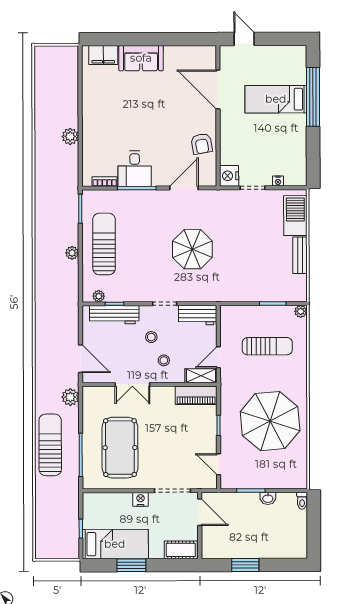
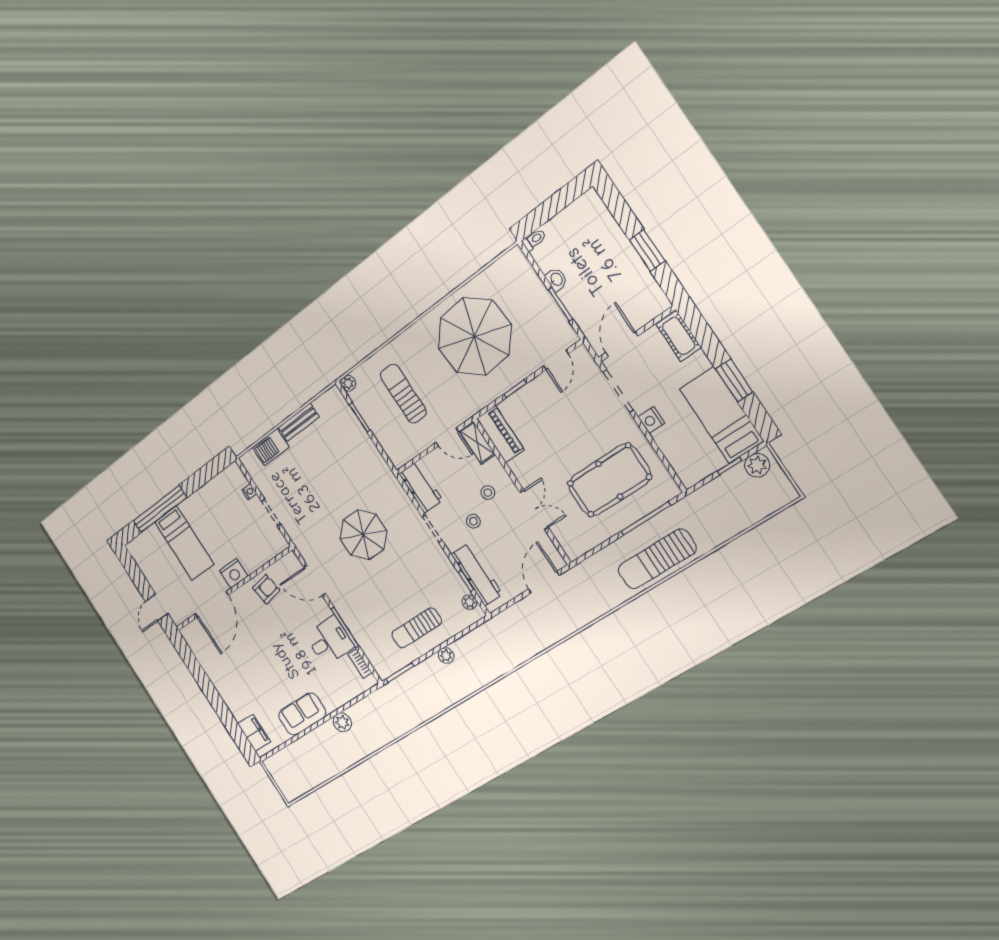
sofa: (141, 58) -> (302, 714), moved, turned -90
nightstand: (229, 176) -> (234, 573), moved
barbecue: (295, 216) -> (271, 447), width x0.73, depth x0.83
sun lounger: (104, 244) -> (417, 628), width x0.73, depth x0.75
plant: (70, 397) -> (757, 465), moved

